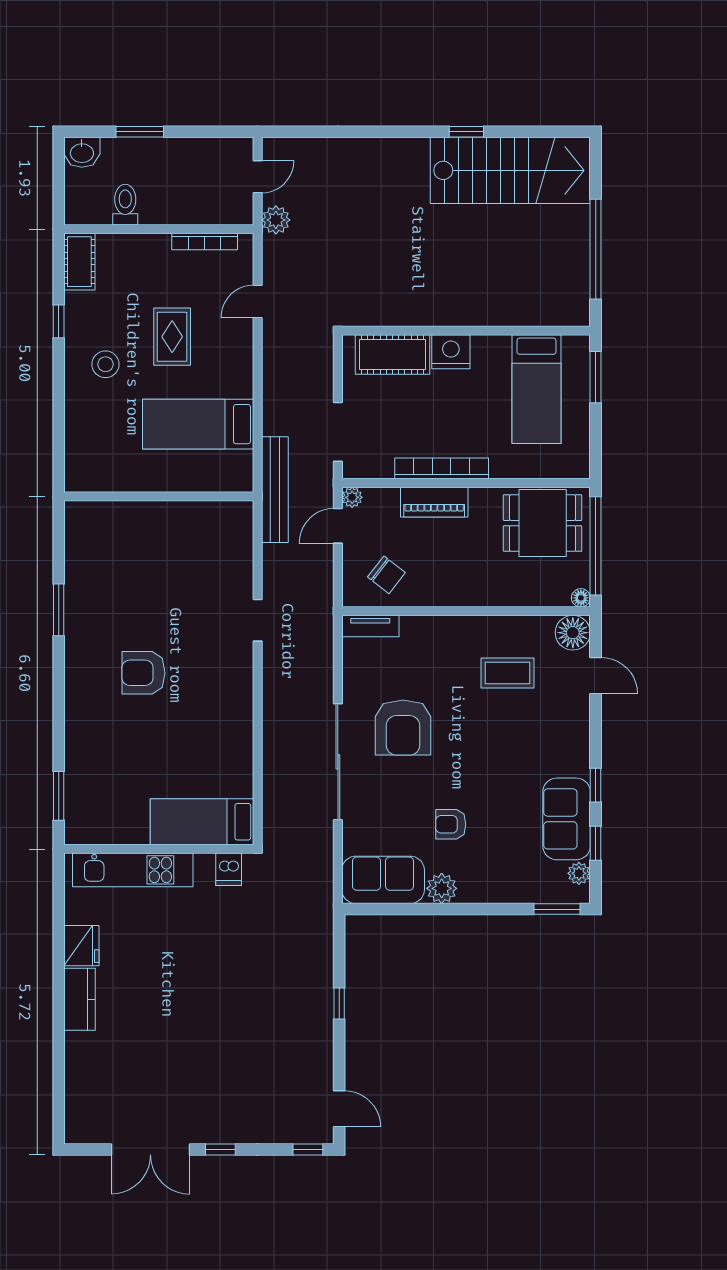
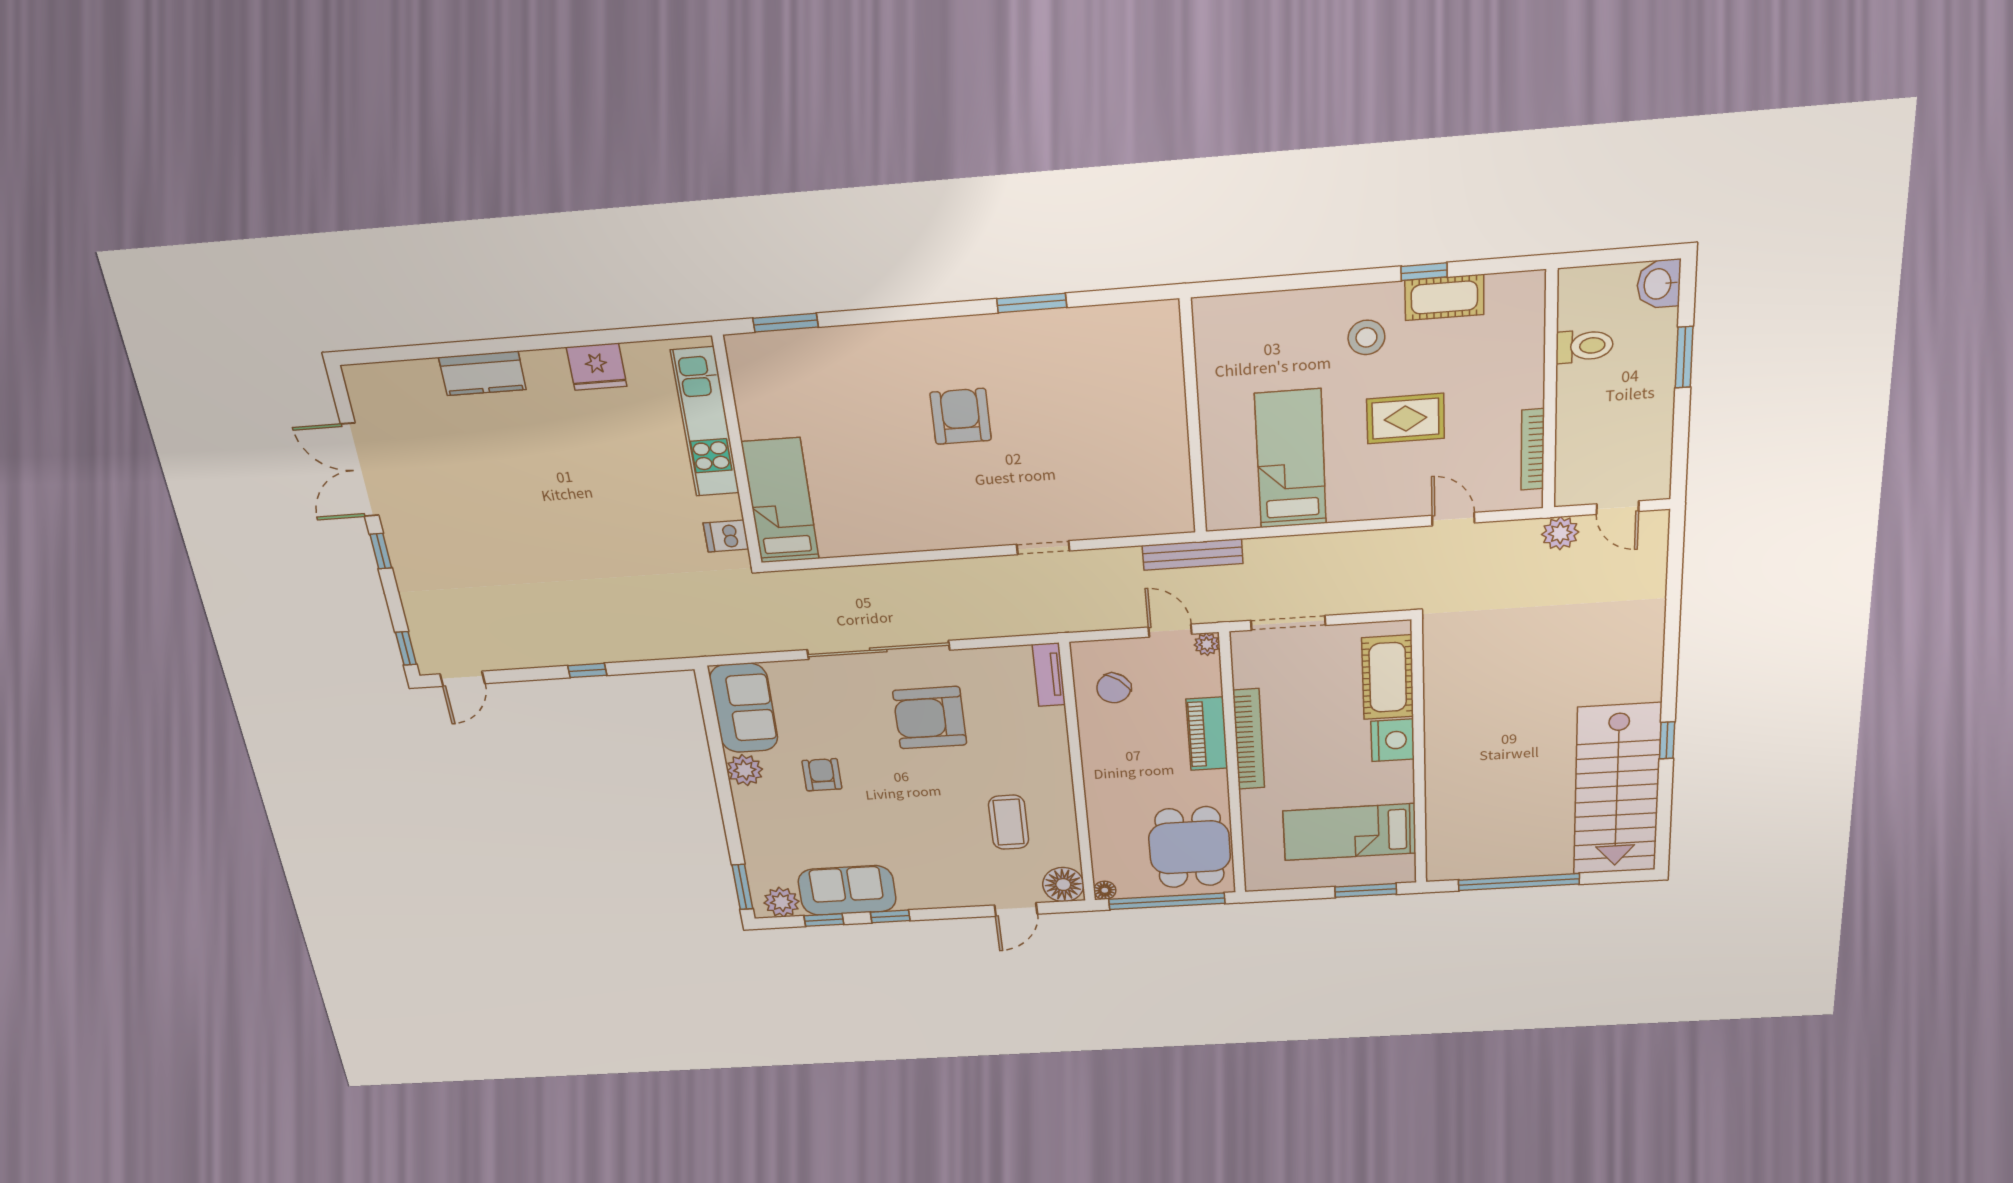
cot: (79, 262) -> (1444, 297), moved
bench: (275, 490) -> (1193, 555), width x0.73, depth x0.82
plant: (579, 873) -> (781, 902), width x1.38, depth x1.38
kitchen counter: (80, 999) -> (482, 373), moved

